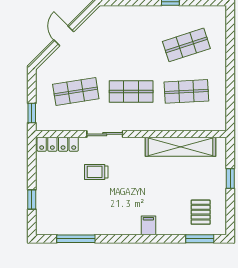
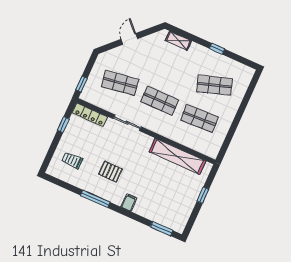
shelving: (121, 12) -> (178, 41), added
trolley: (96, 172) -> (72, 160), moved
window: (32, 200) -> (63, 125), moved
pallet: (201, 212) -> (110, 172), moved, turned 90
window: (76, 239) -> (95, 199), moved

